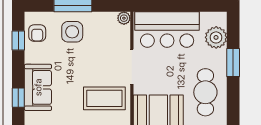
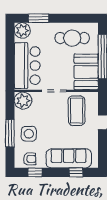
plant: (124, 18) -> (23, 101), width x1.87, depth x1.87
plant: (216, 37) -> (22, 30), moved
window: (233, 62) -> (39, 18), moved
sofa: (38, 87) -> (69, 158), width x1.36

